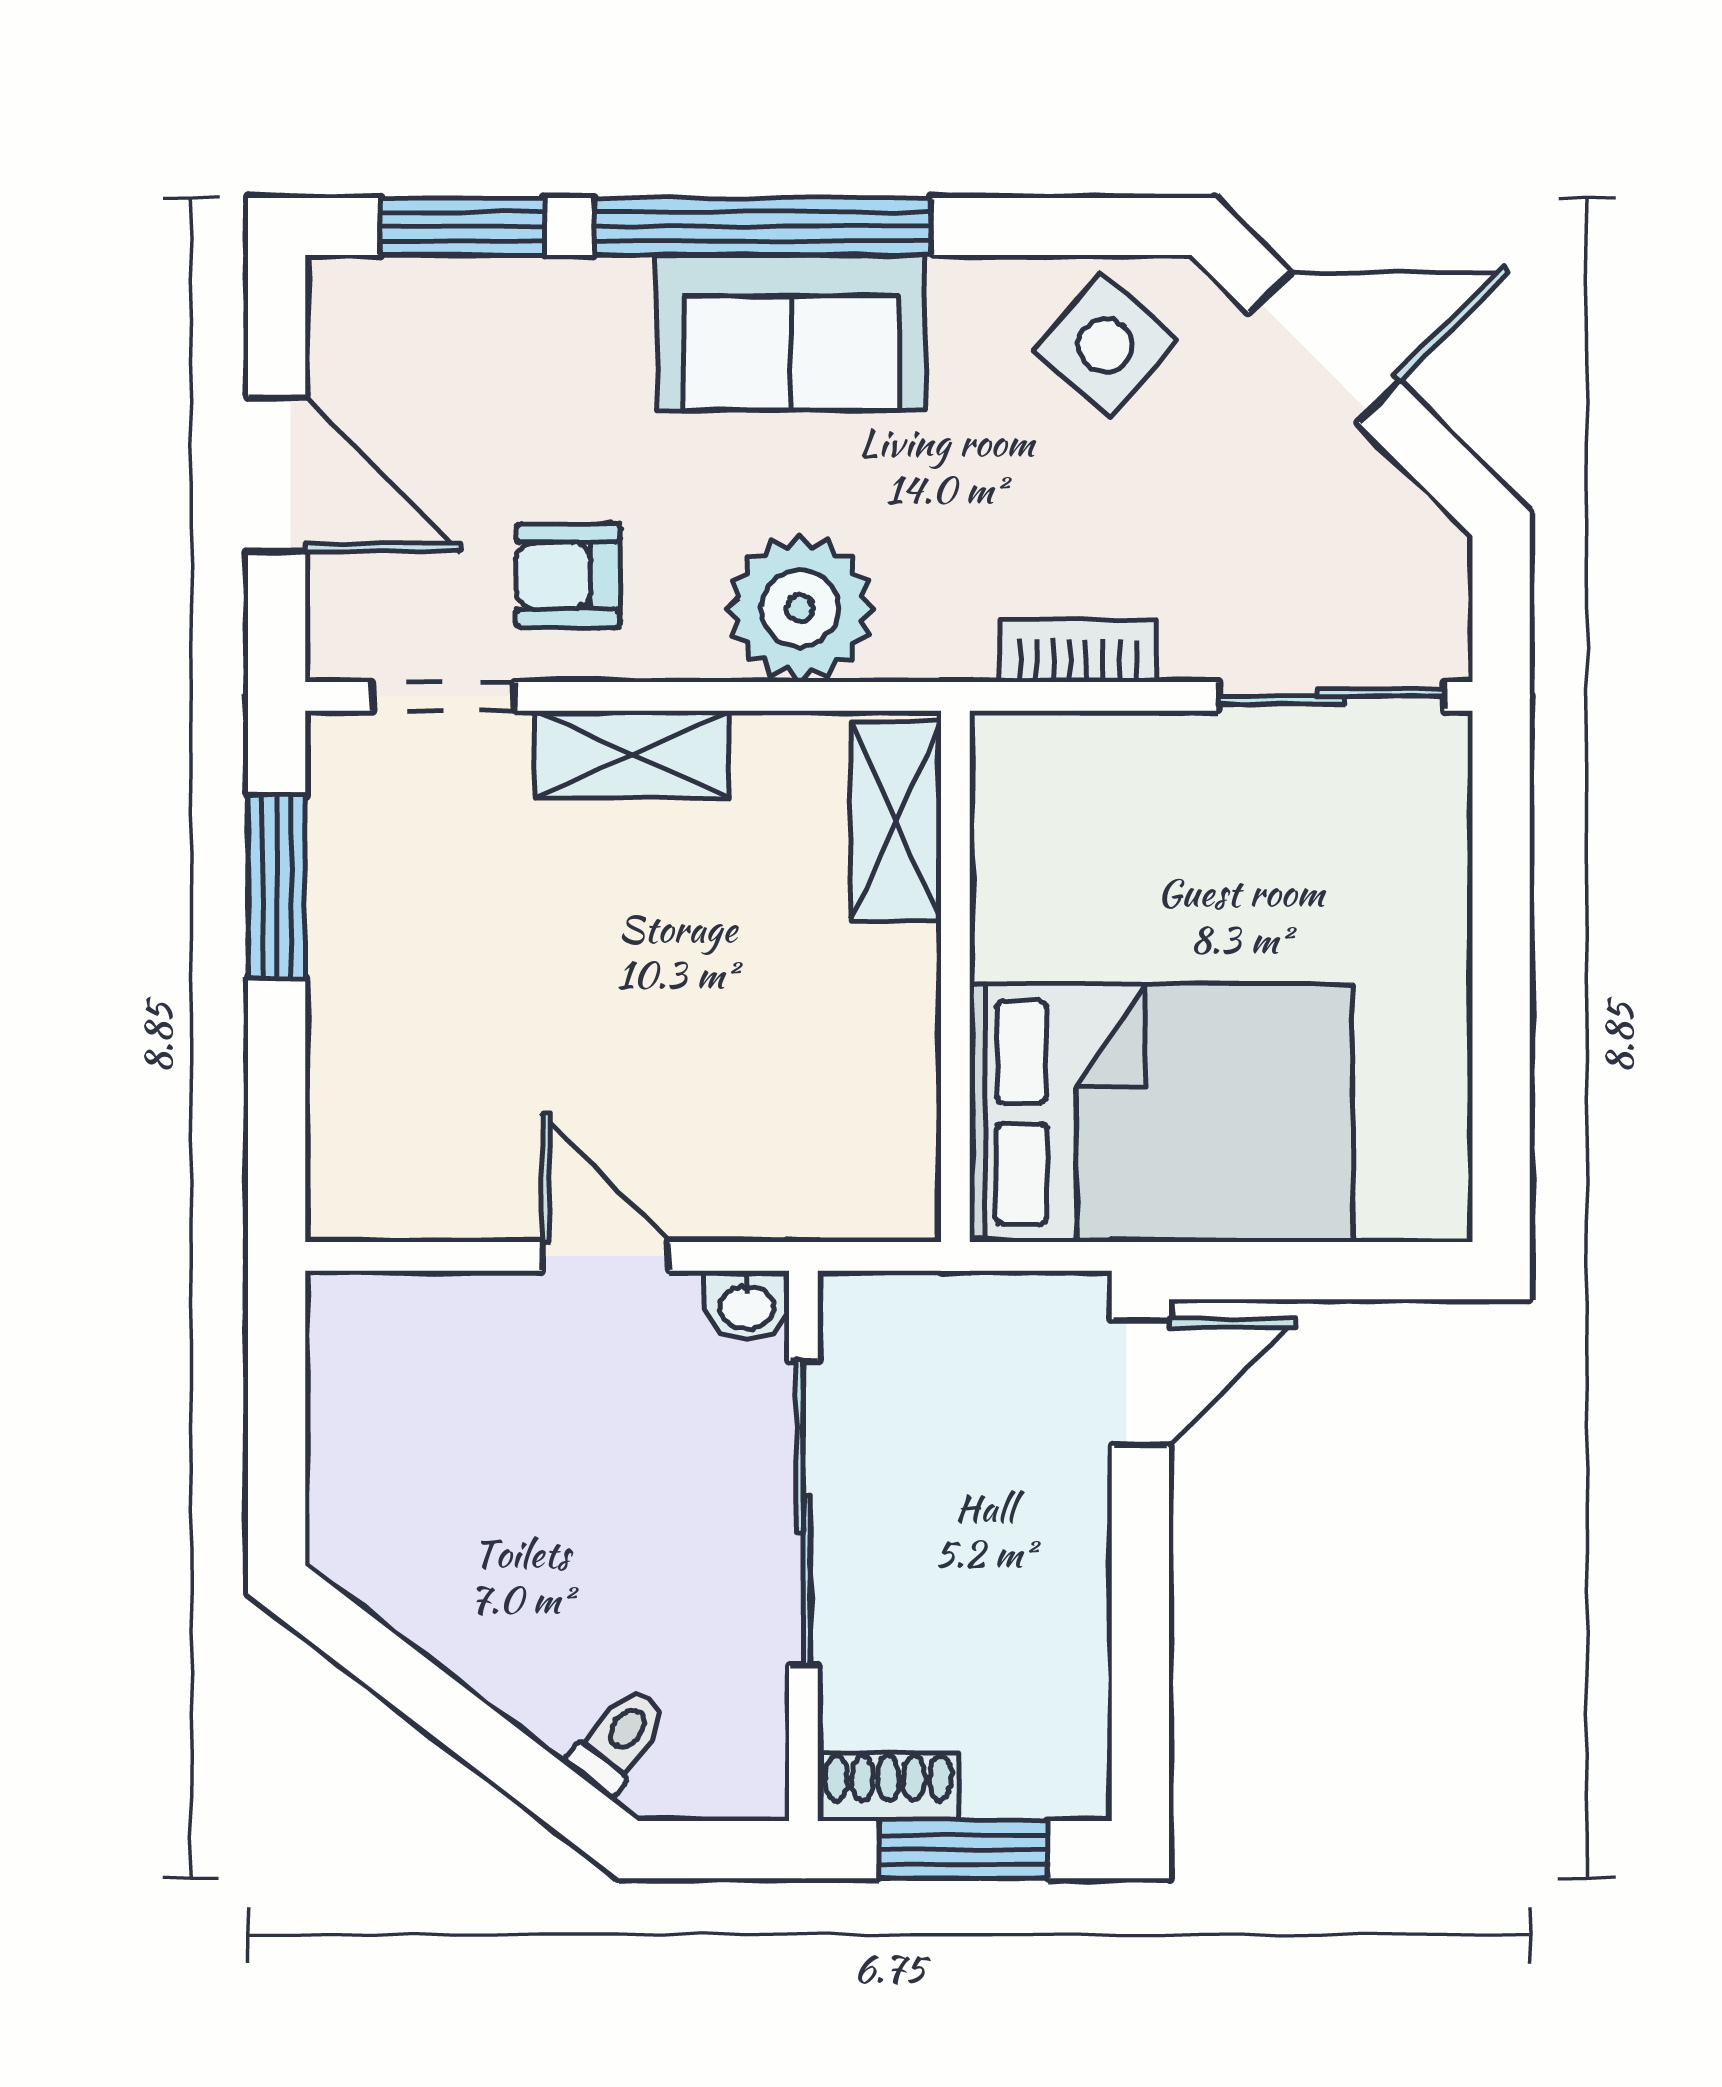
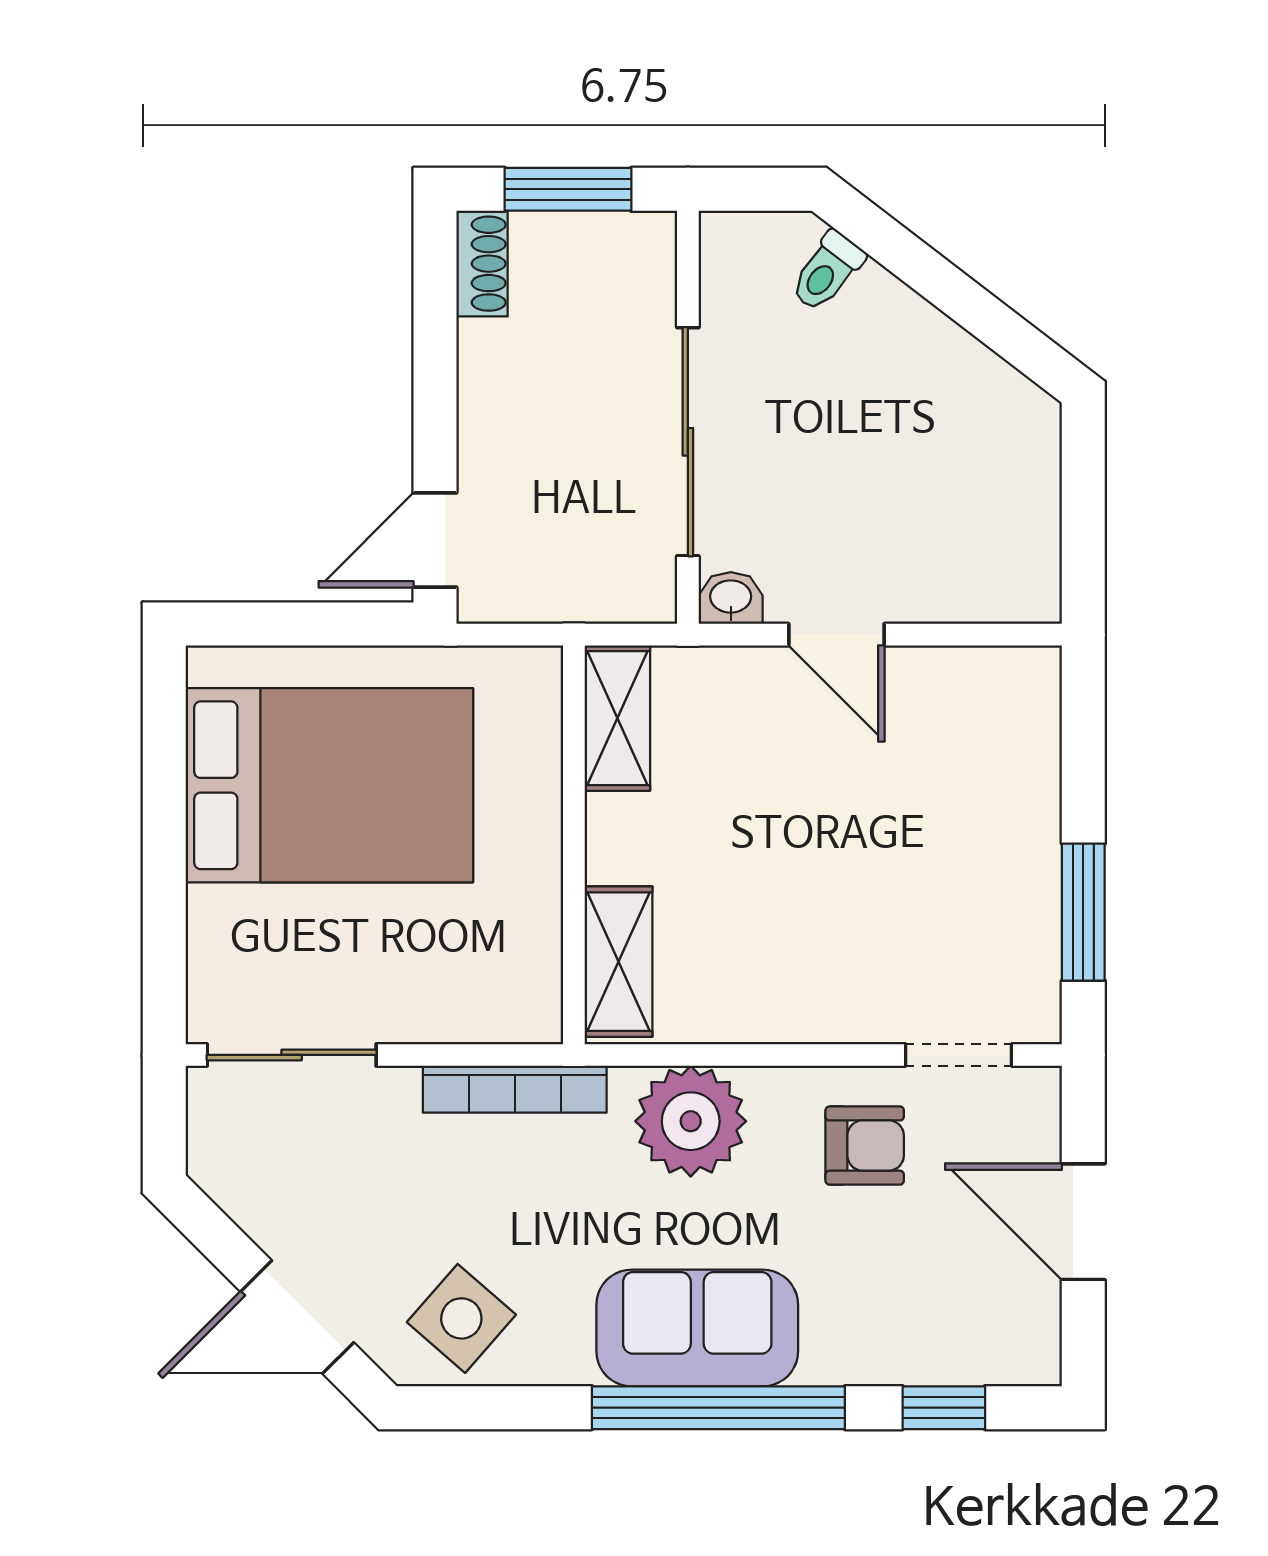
window: (462, 227) -> (944, 1408), width x0.67
bookcase: (1078, 651) -> (515, 1089), width x1.56
shelving: (632, 754) -> (617, 718), moved, turned 90
bed: (1161, 1113) -> (329, 785), moved, turned 180
shoe rack: (888, 1787) -> (482, 264), moved, turned -90

